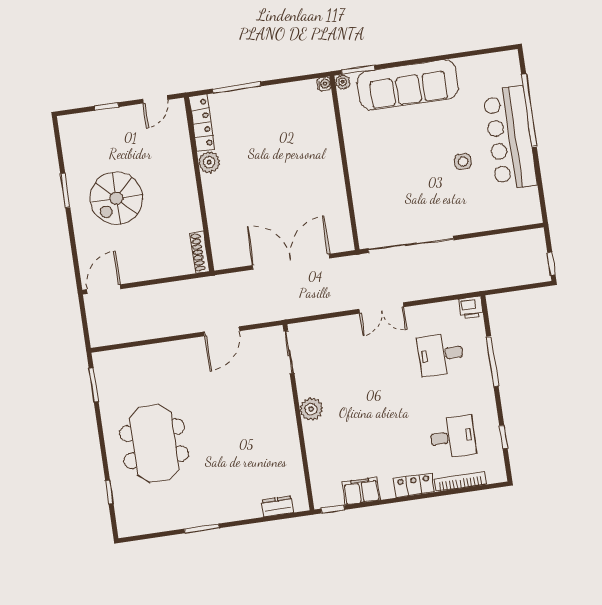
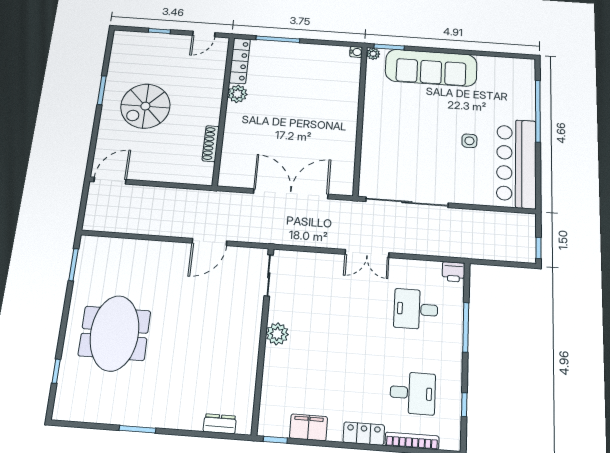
bar counter: (510, 138) -> (516, 163), moved
shoe rack: (200, 252) -> (211, 144), moved

